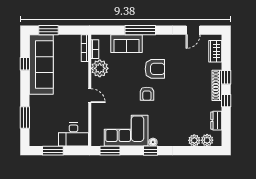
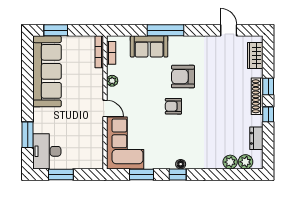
door: (193, 30) -> (229, 30), swing flipped
window: (25, 64) -> (28, 70), removed
plant: (100, 68) -> (112, 81), width x0.53, depth x0.53
armchair: (155, 69) -> (183, 77), turned 180
armchair: (147, 94) -> (173, 106), turned 90
corner sofa: (126, 131) -> (125, 143), moved, turned 90
desk: (73, 135) -> (47, 151), moved, turned 90
window: (110, 151) -> (142, 174), moved

